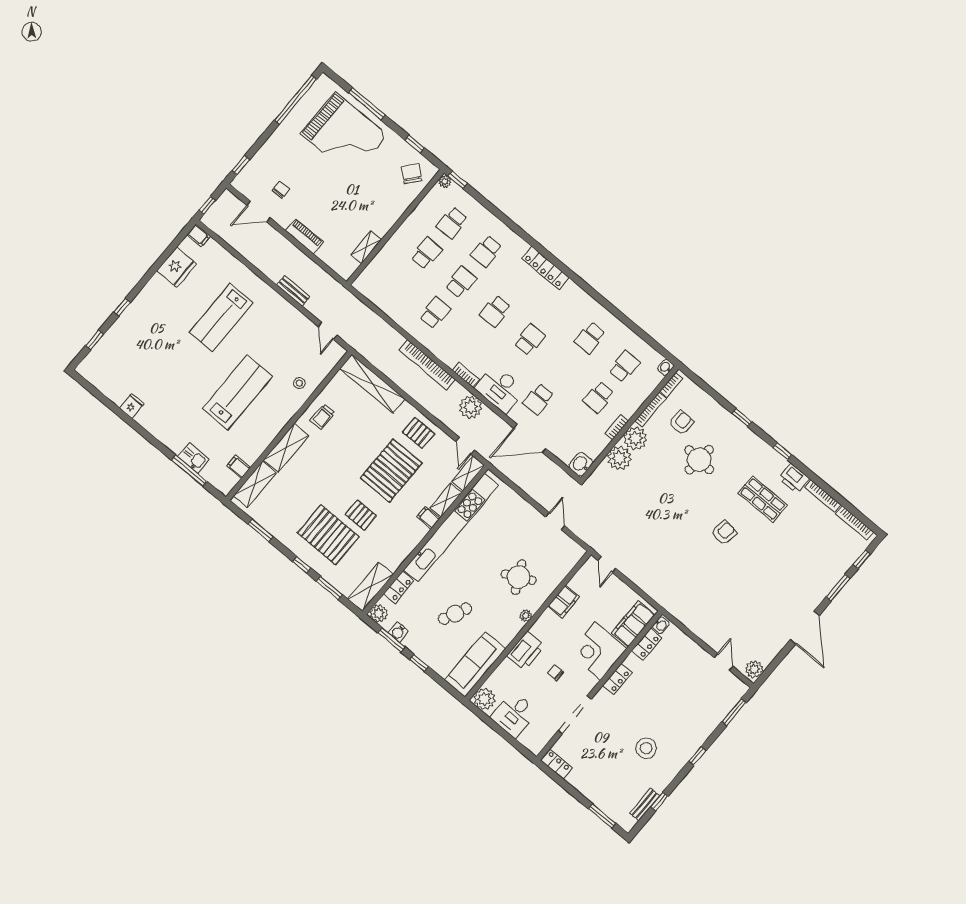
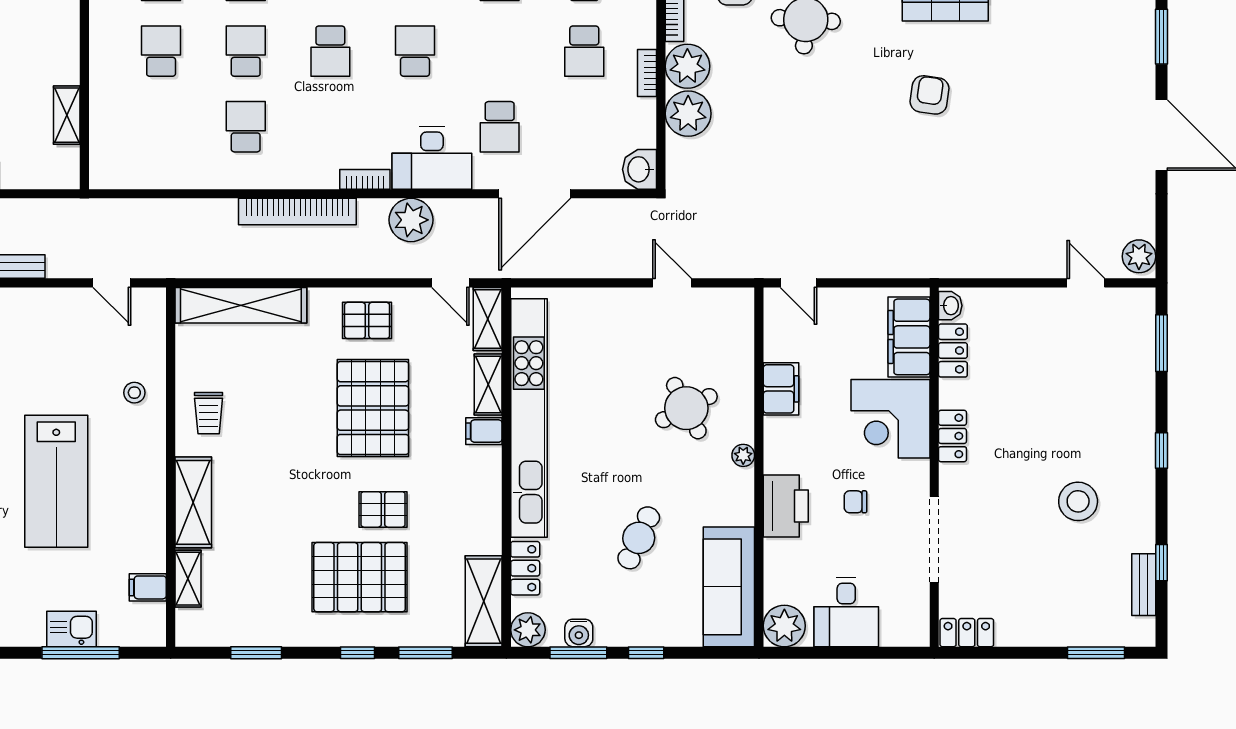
lab bench: (237, 393) -> (56, 481), turned 180
shelving: (255, 484) -> (188, 579), width x0.67, depth x0.75

